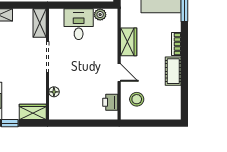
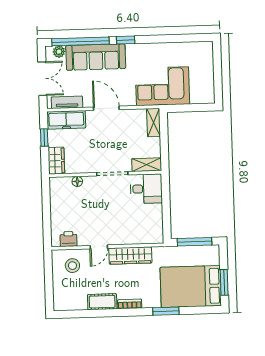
plant: (100, 15) -> (157, 226), removed
desk: (79, 24) -> (146, 189), moved
wardrobe: (129, 42) -> (130, 256), width x1.50

